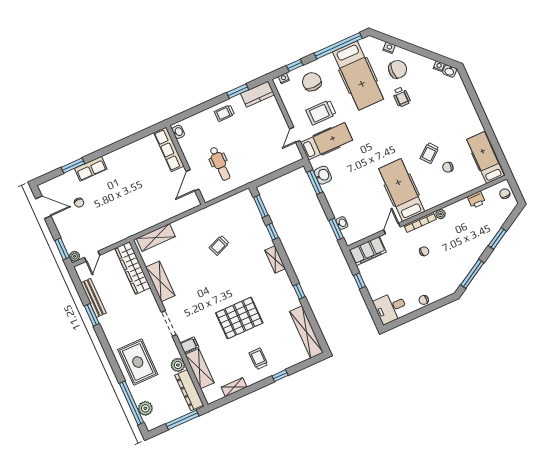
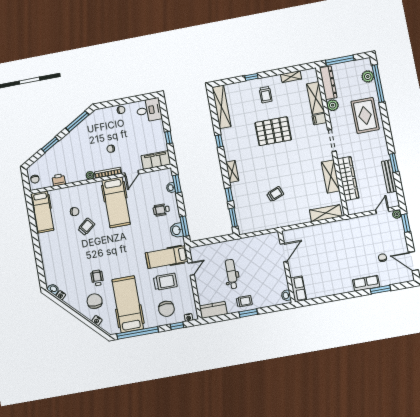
chair: (398, 69) -> (95, 301), turned 90
window: (238, 91) -> (248, 313), moved
row of seats: (169, 149) -> (298, 289), width x0.68
dental chair: (220, 164) -> (232, 274), moved
wheelchair: (347, 194) -> (161, 210), added
wardrobe: (133, 268) -> (348, 179), moved

